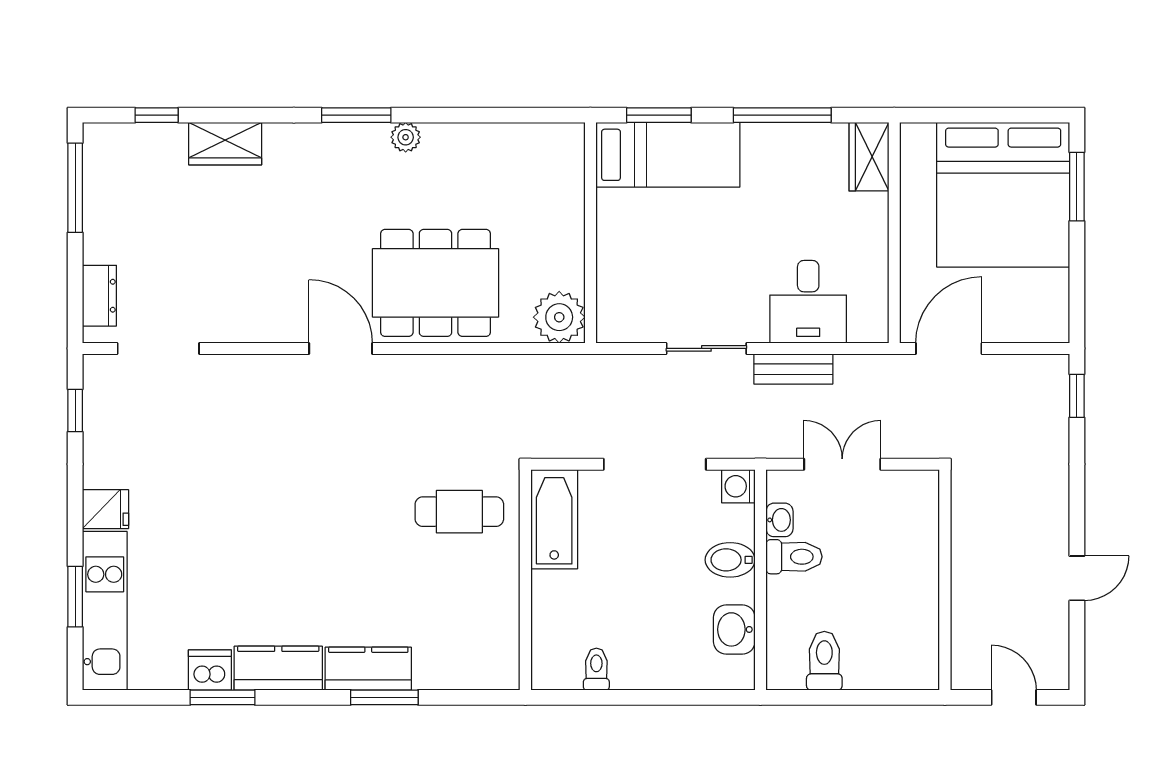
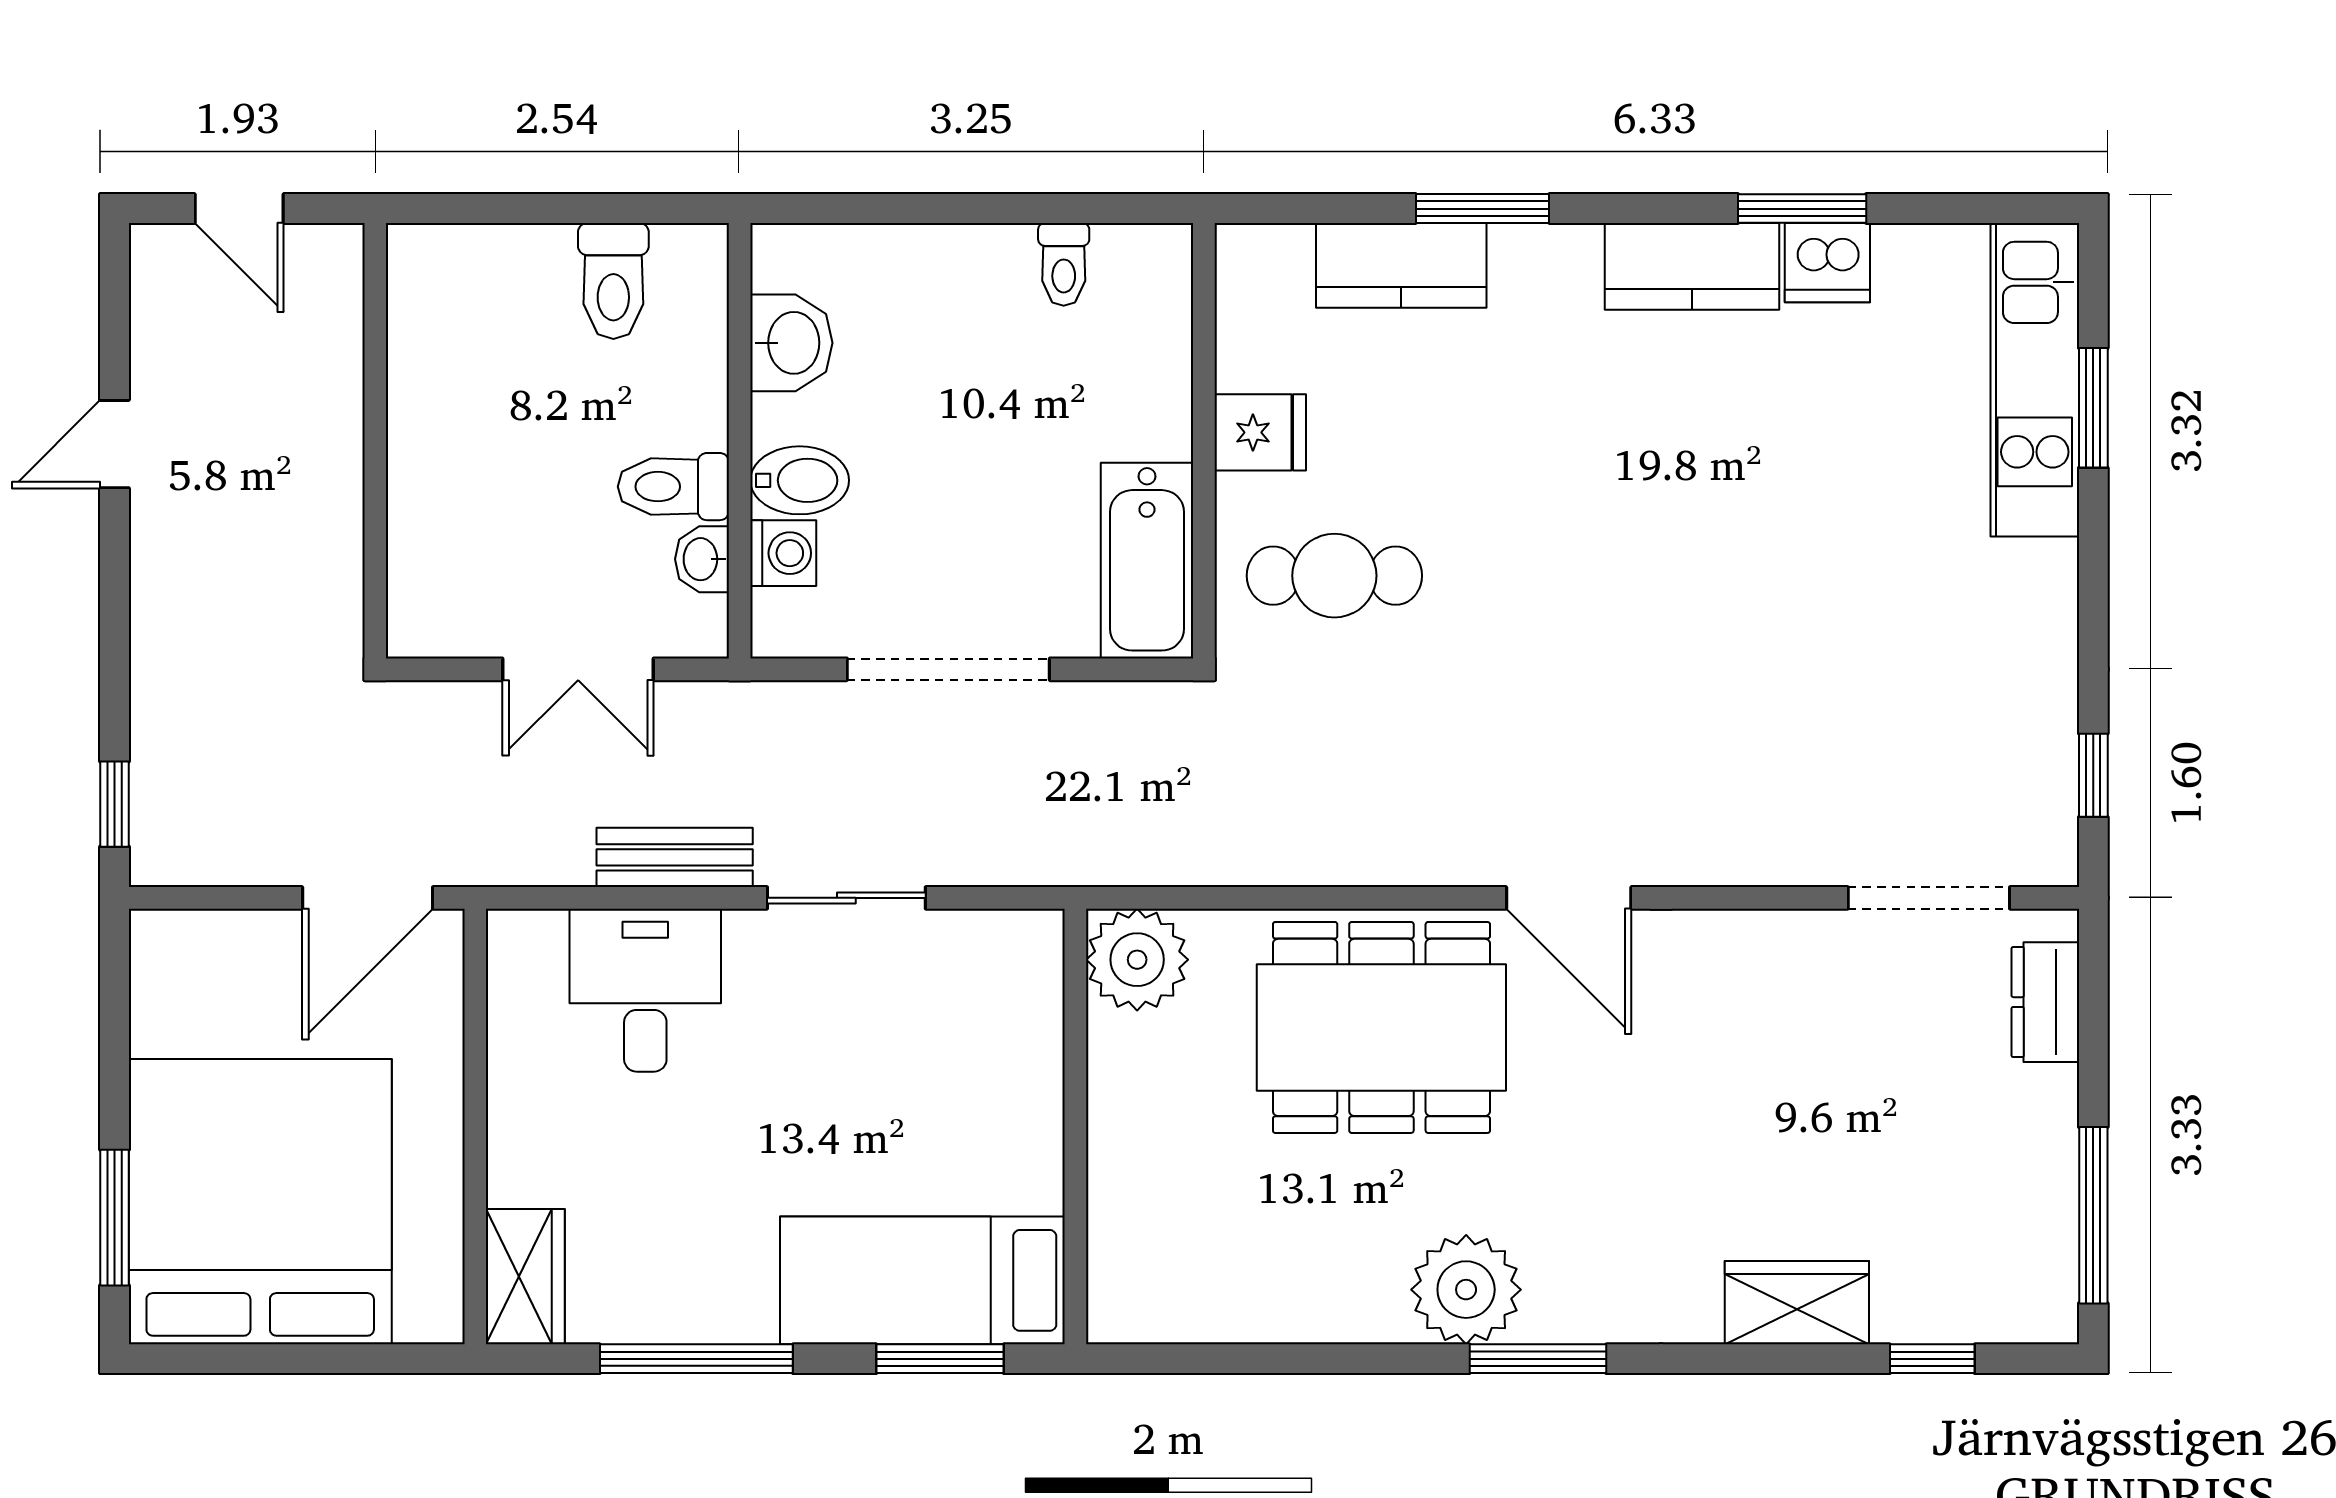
plant: (406, 137) -> (1466, 1290), width x1.88, depth x1.88
washing machine: (738, 486) -> (783, 553), moved
fridge: (105, 509) -> (1260, 432), moved, turned 180
kitchen counter: (368, 669) -> (1401, 265), moved

